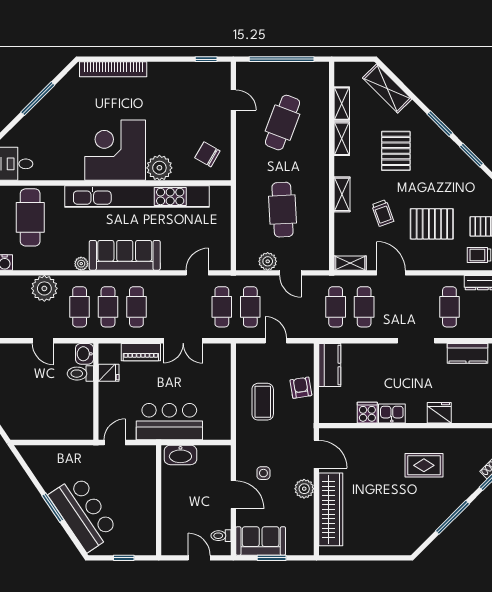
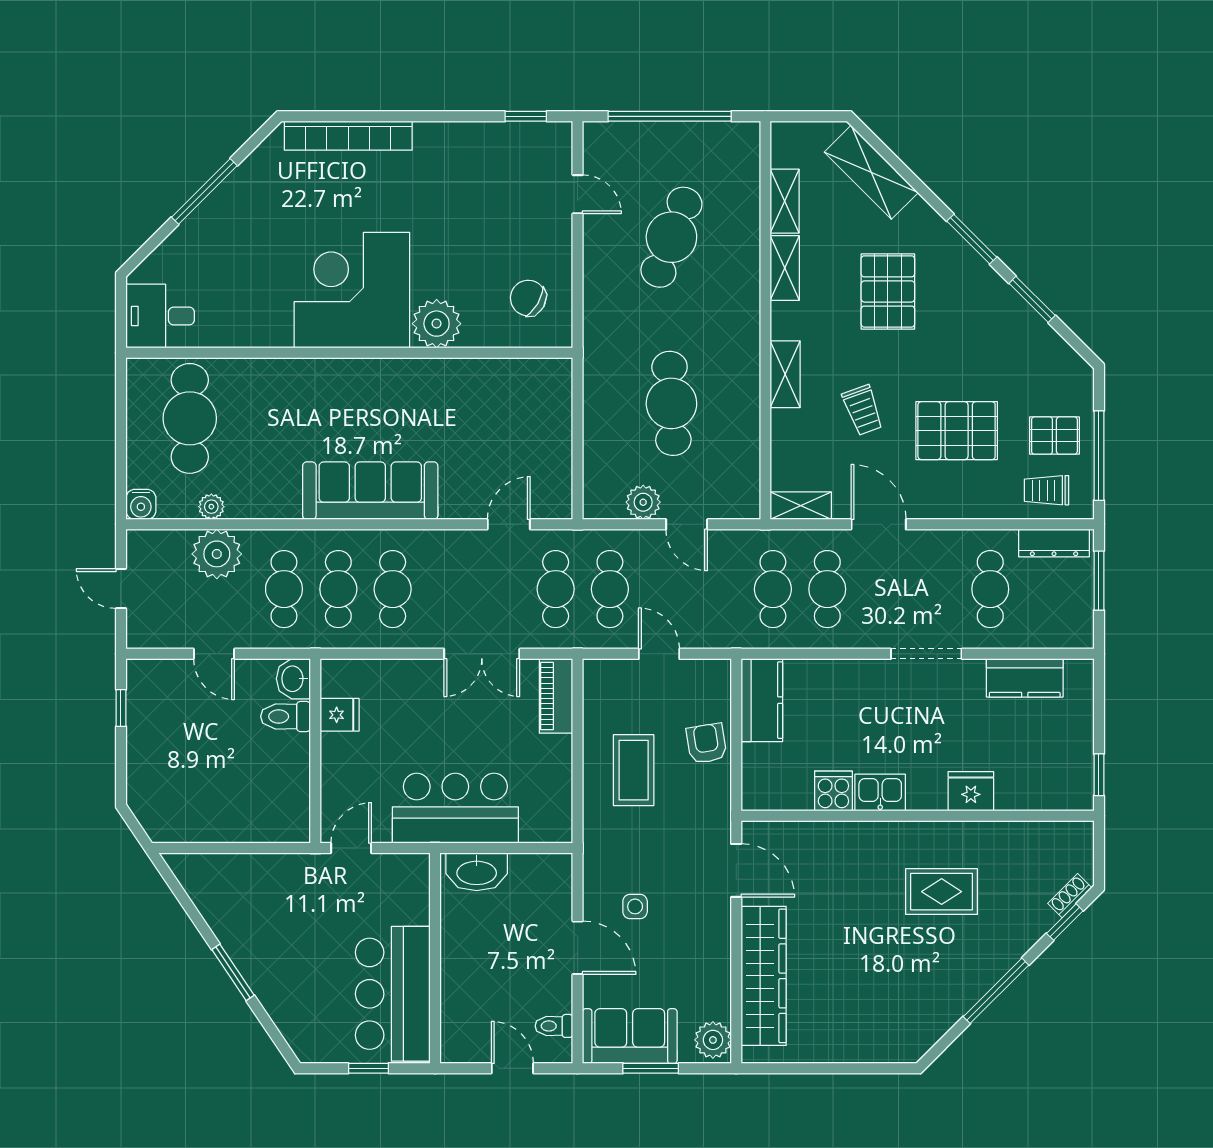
kitchen unit: (137, 196) -> (394, 378), removed
plant: (81, 264) -> (211, 507), moved
piano: (141, 352) -> (556, 696), moved, turned 90
plant: (304, 489) -> (713, 1040), moved
bar counter: (83, 513) -> (393, 994), moved, turned -146

